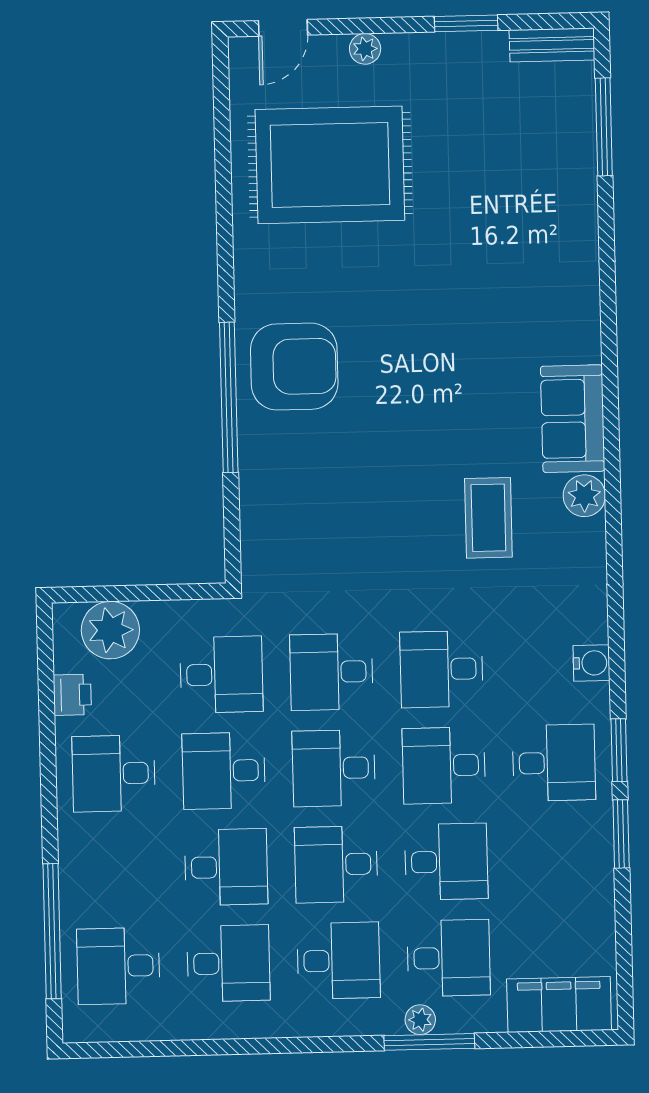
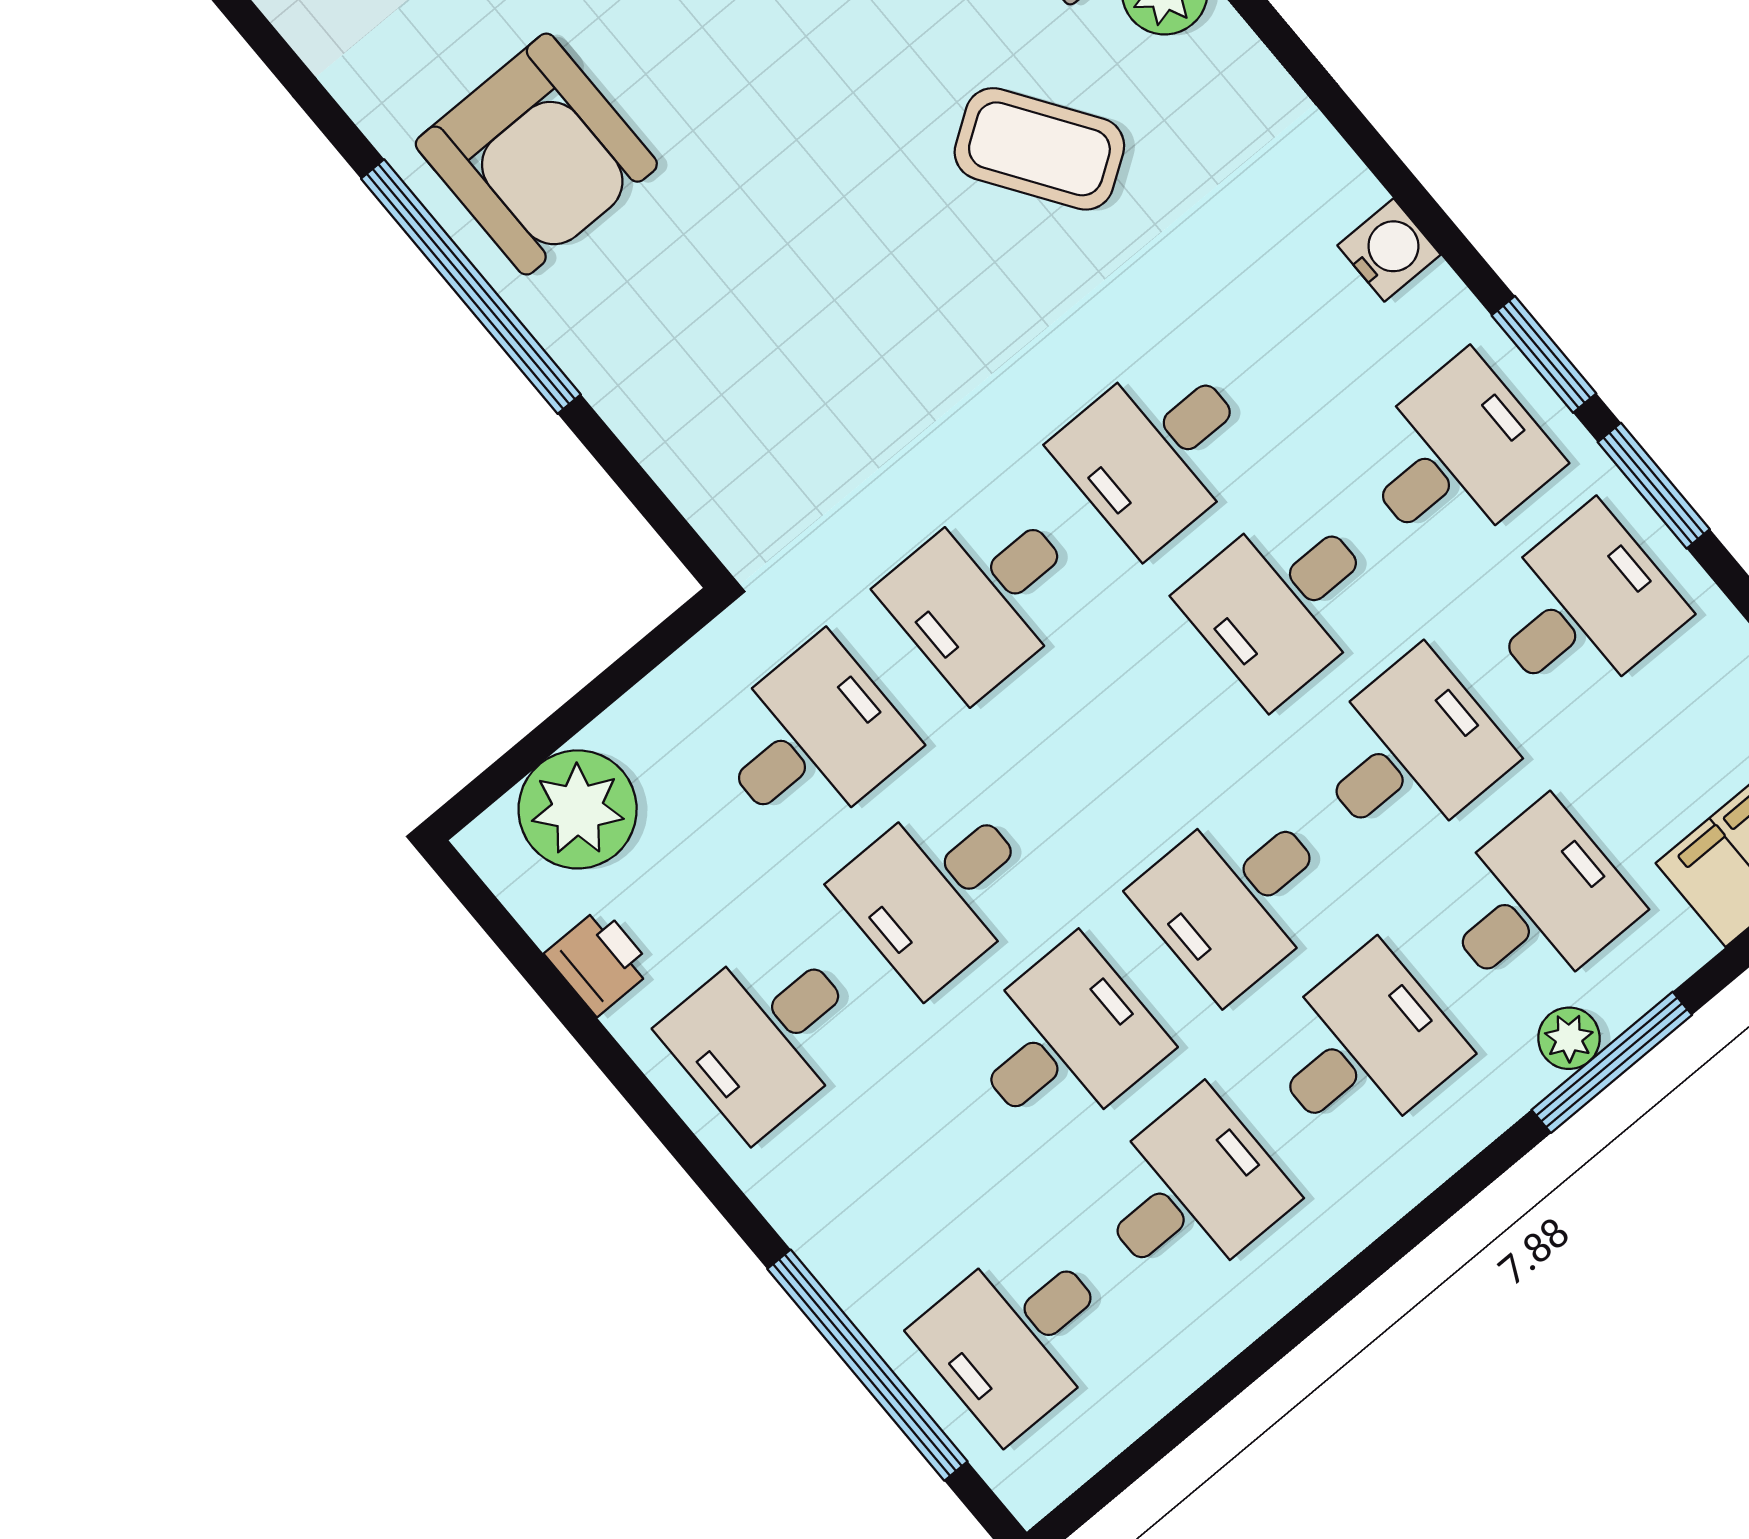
armchair: (294, 367) -> (536, 154), turned 90
coffee table: (488, 518) -> (1039, 149), turned -34
desk: (334, 768) -> (1582, 608), moved, turned 180

